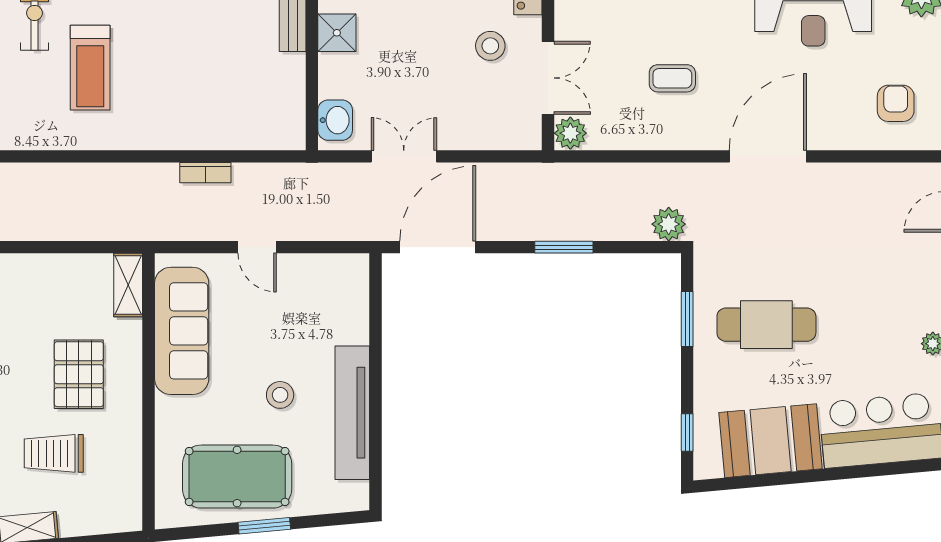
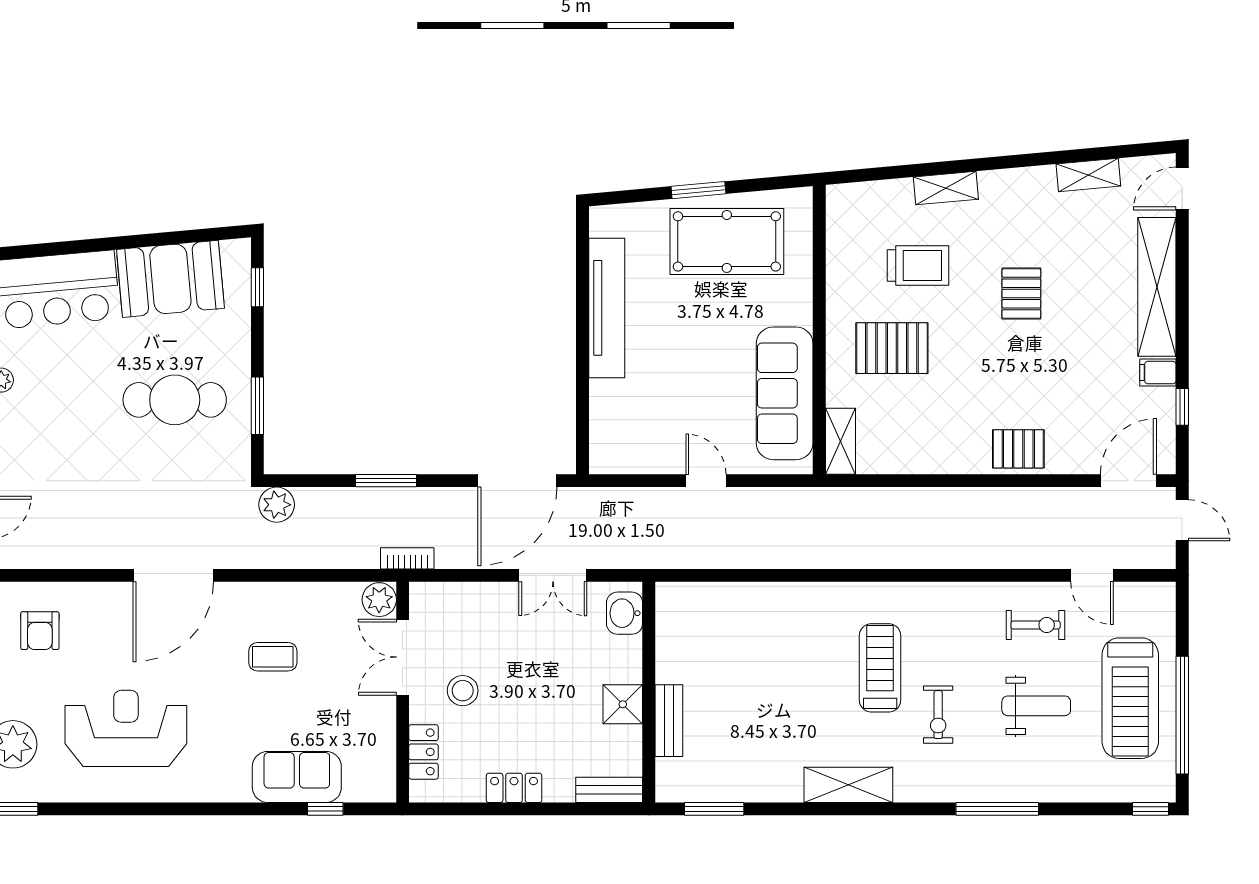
bookcase: (205, 173) -> (407, 558), moved
pallet: (79, 374) -> (892, 348), turned 90
stool: (280, 395) -> (682, 327), removed

